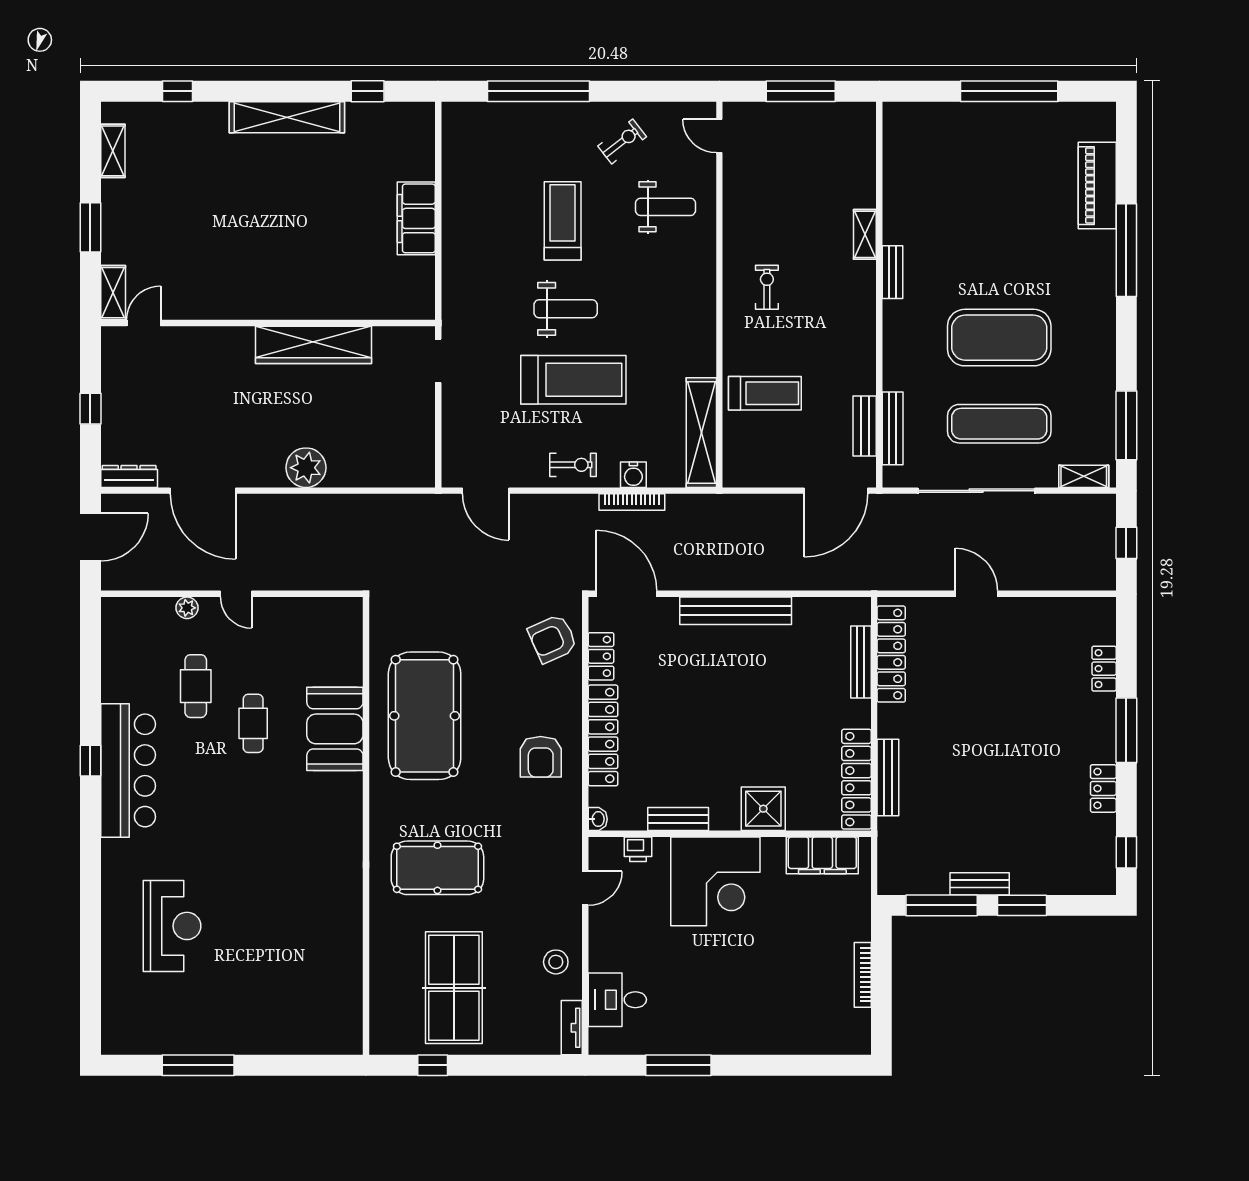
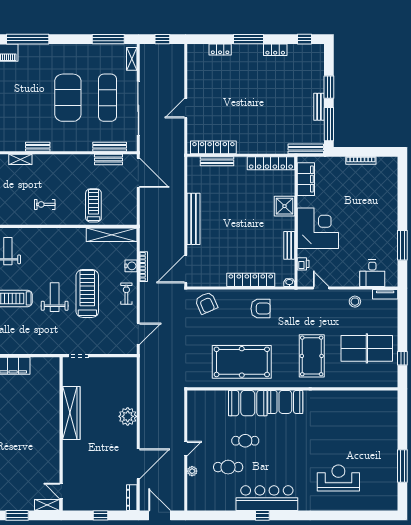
locker: (601, 656) -> (214, 281), removed
bench: (888, 777) -> (306, 149), moved
booth: (337, 811) -> (285, 402), added

